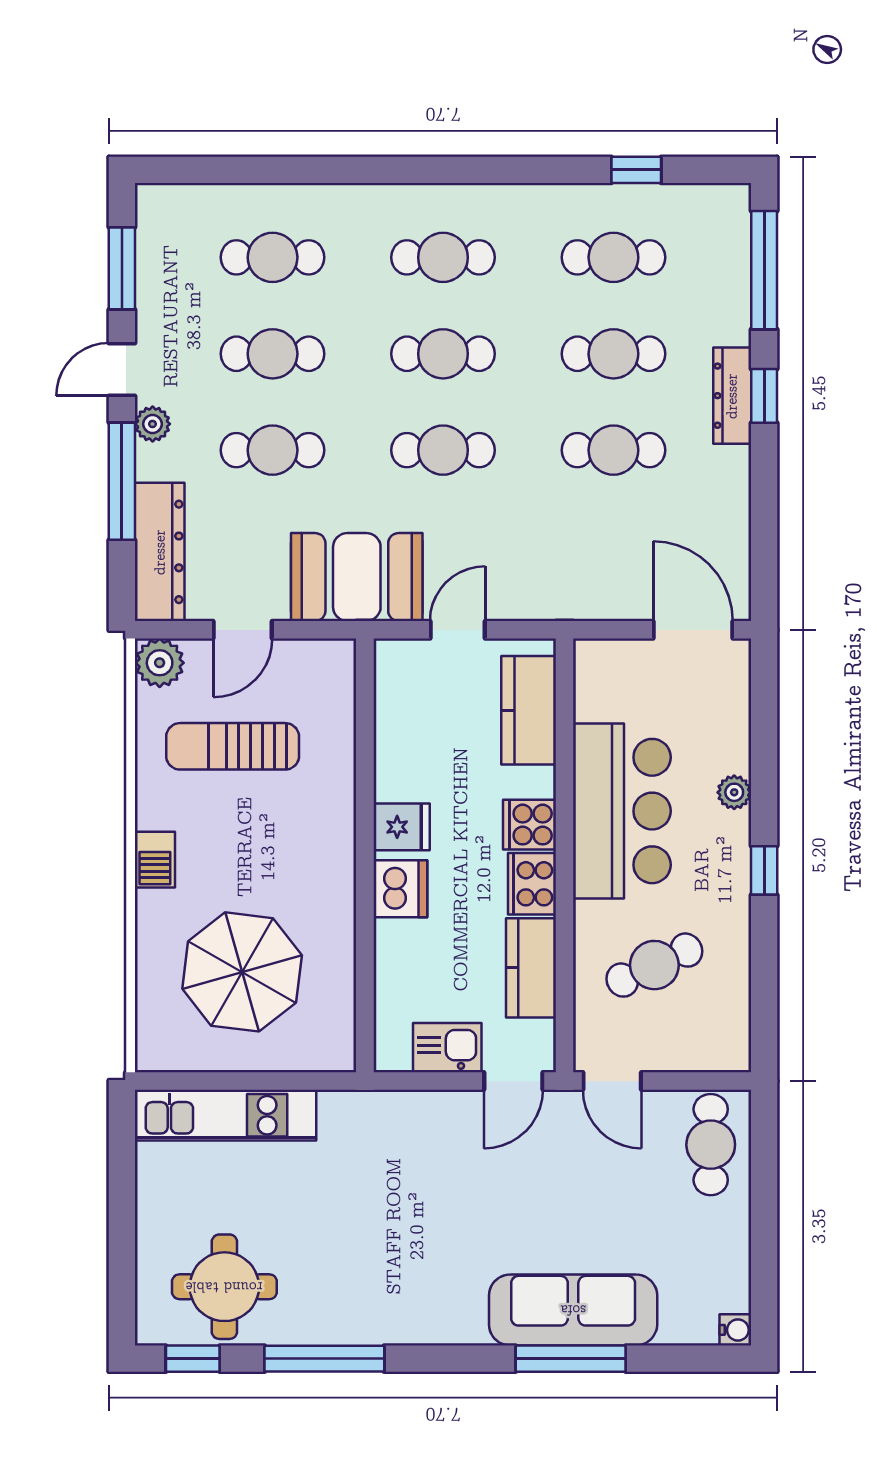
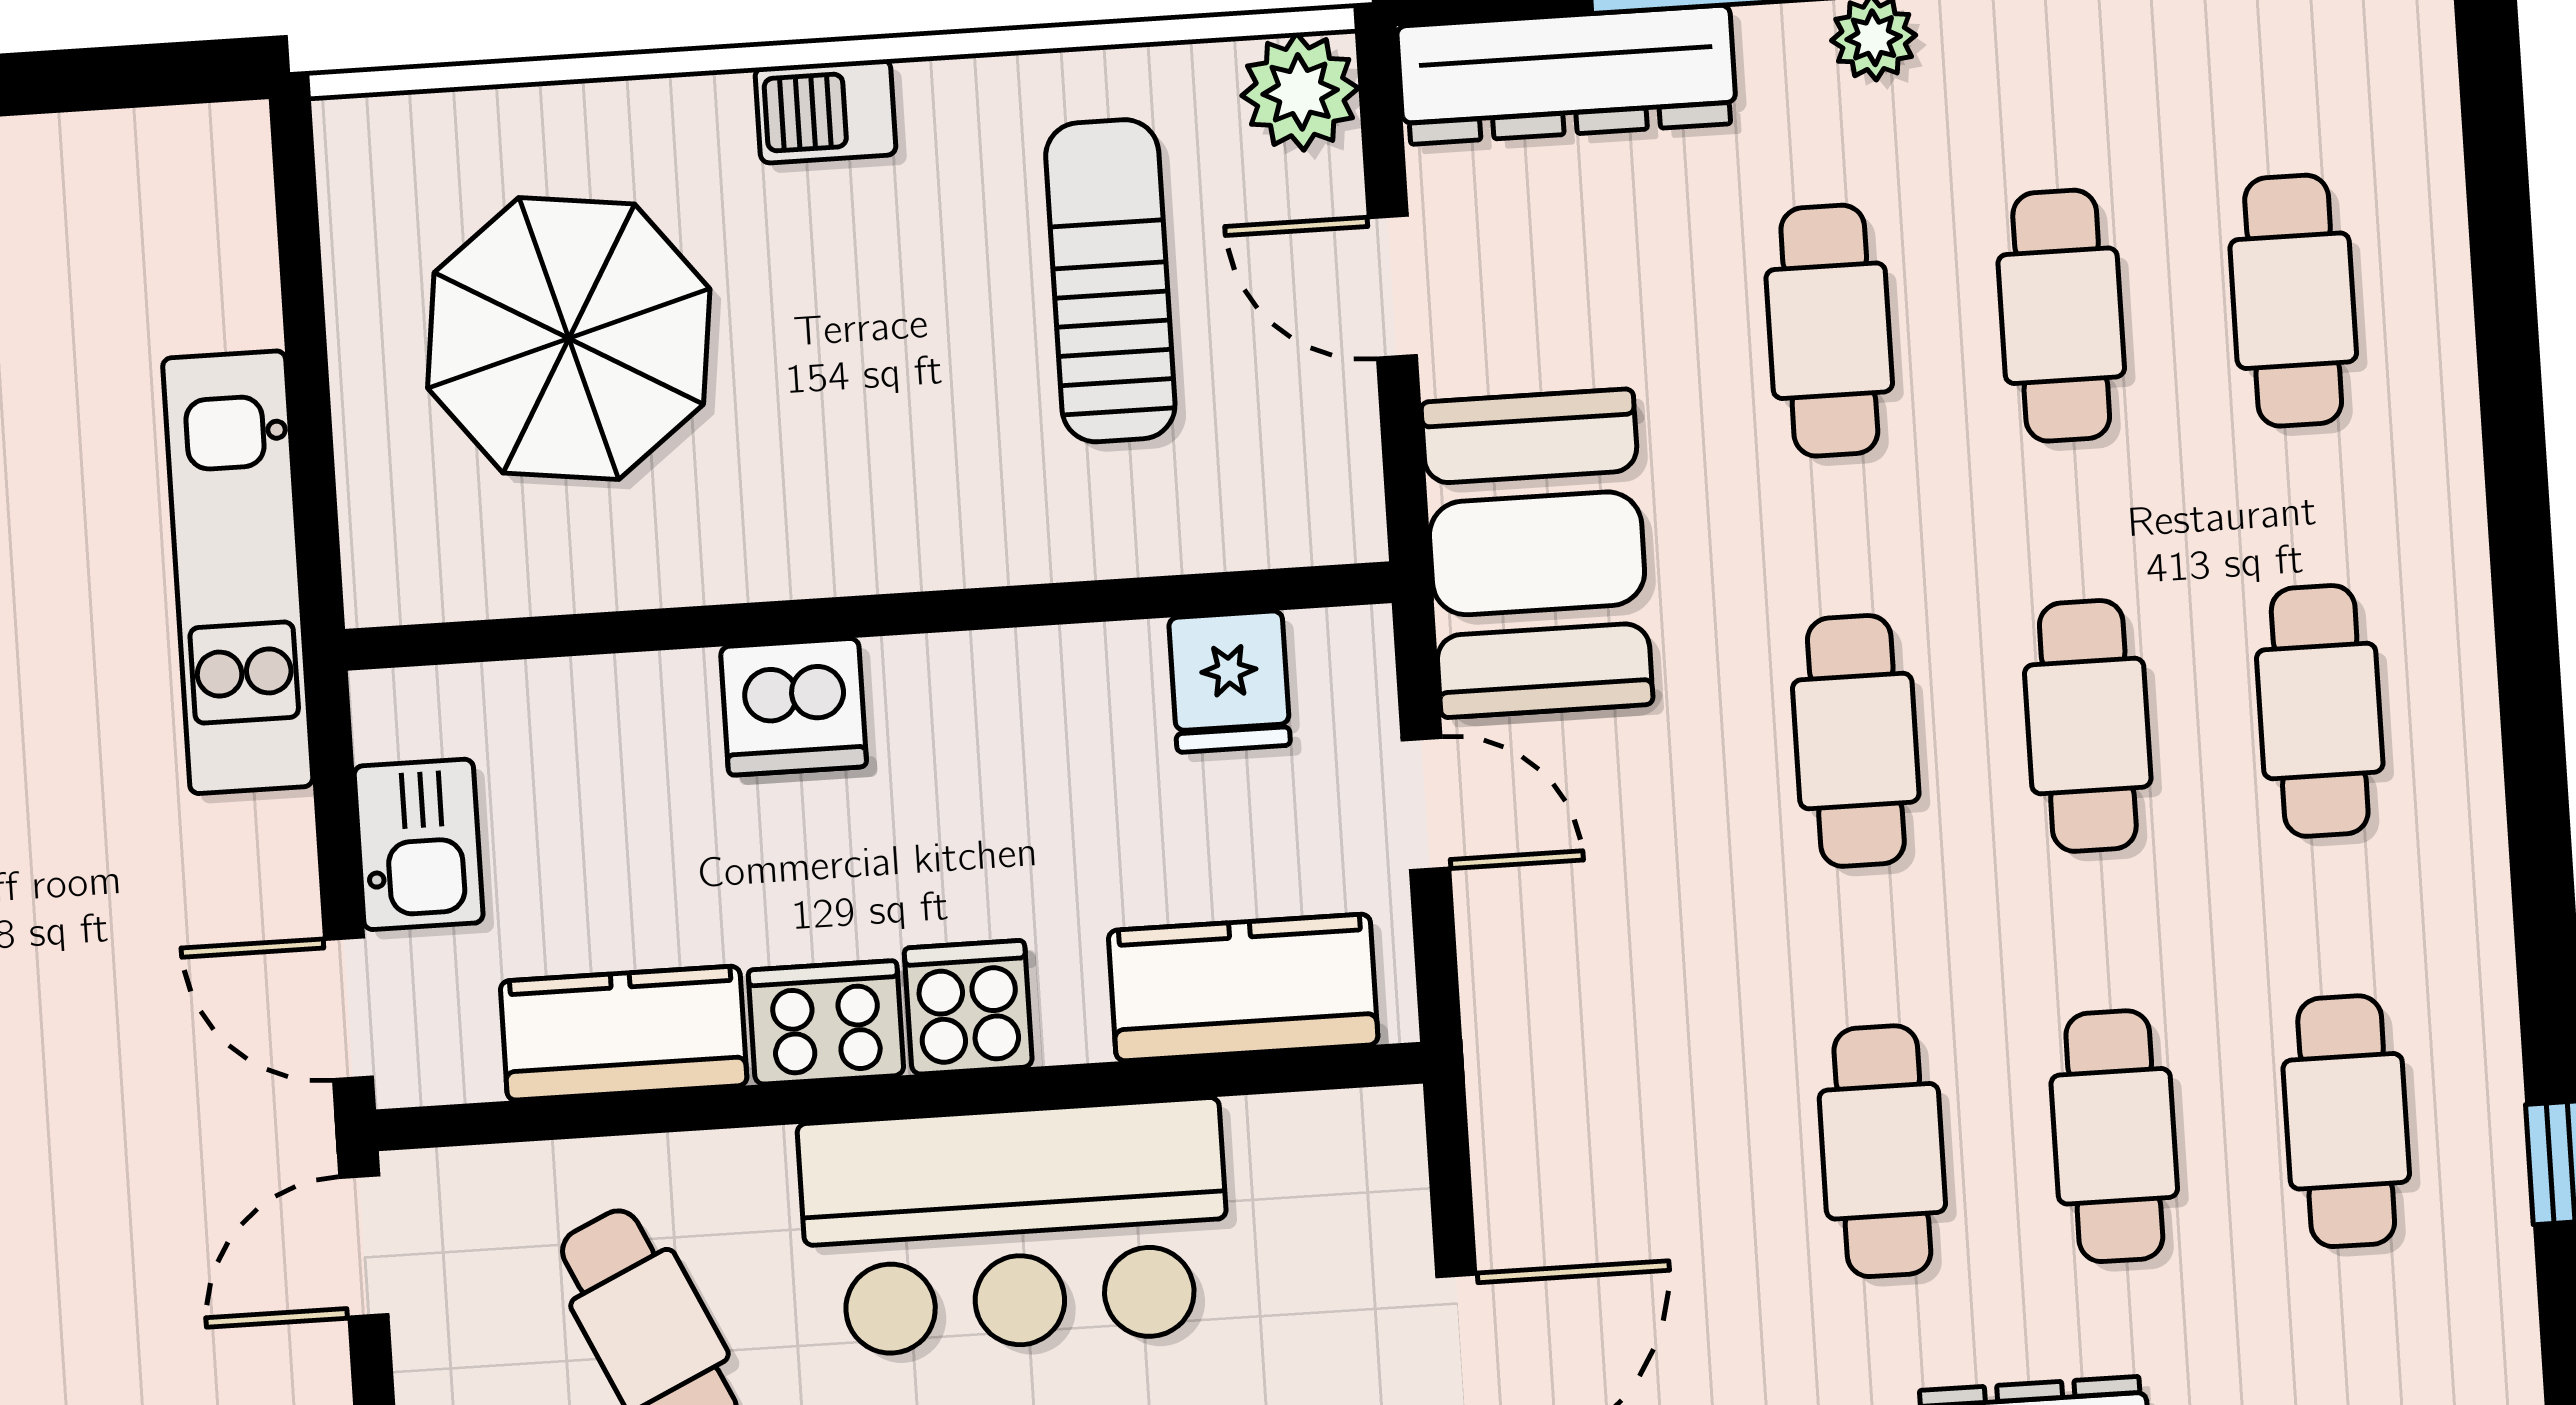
fridge: (402, 827) -> (1230, 682), moved
kitchen unit: (225, 1115) -> (238, 572), moved

